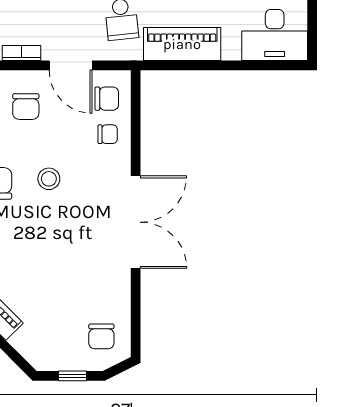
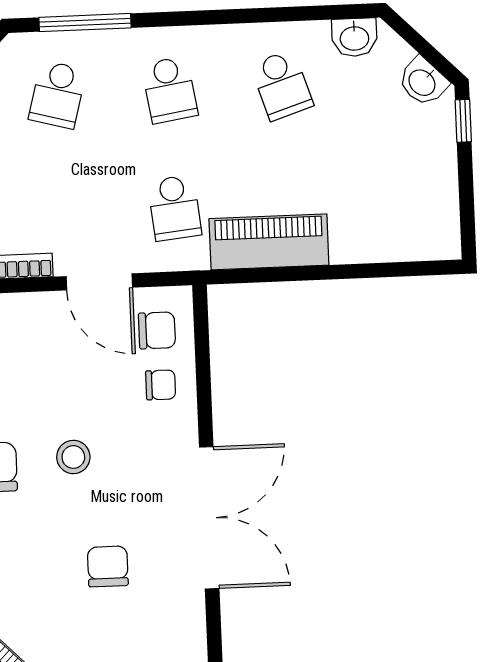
desk: (275, 35) -> (410, 222), removed
chair: (26, 107) -> (108, 566), moved, turned 180

